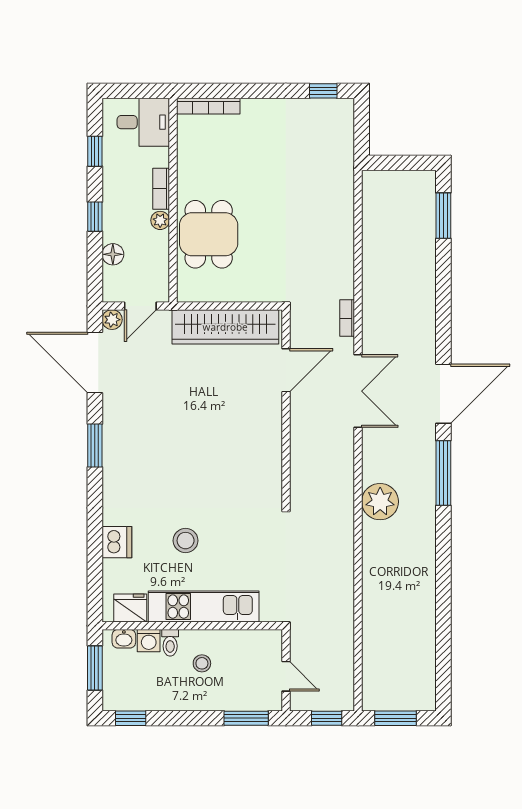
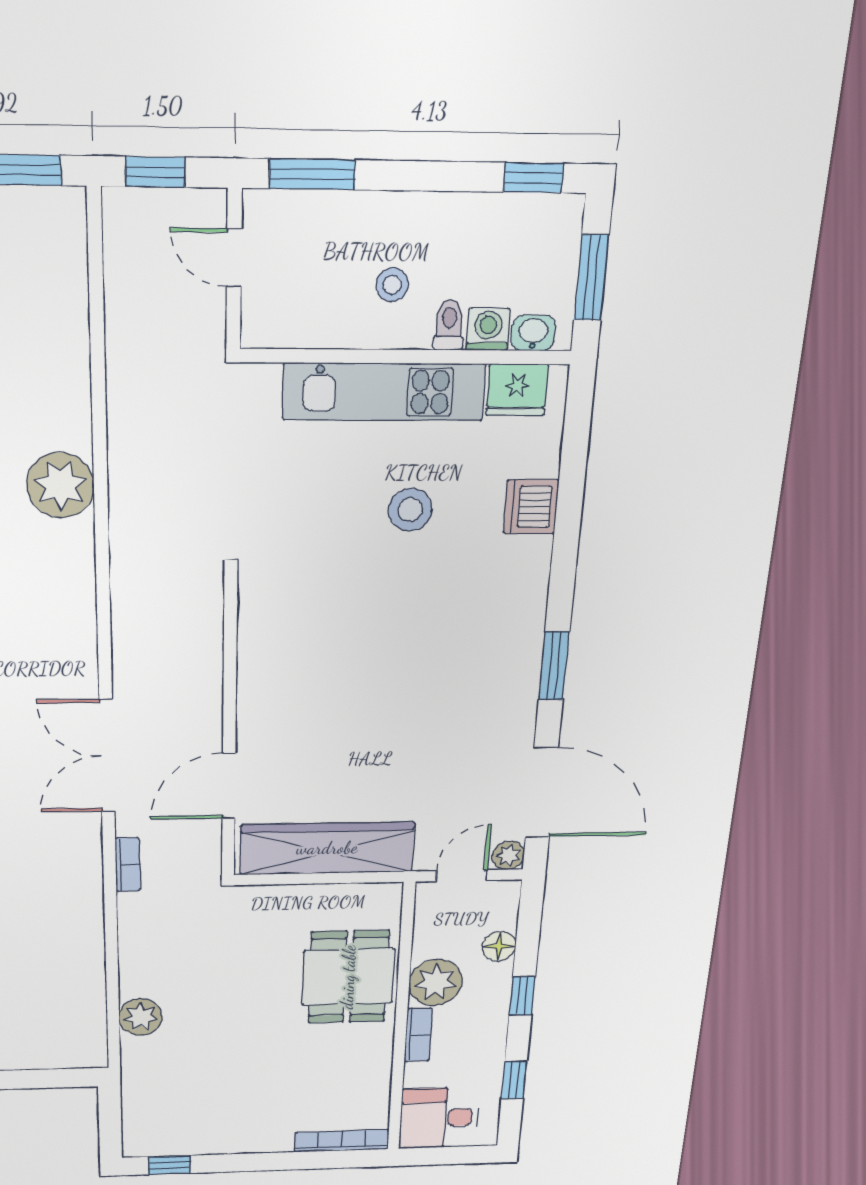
plant: (341, 208) -> (140, 1017), added
plant: (160, 220) -> (436, 982), width x1.88, depth x1.88
plant: (380, 502) -> (60, 485), moved

